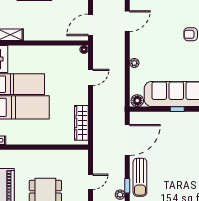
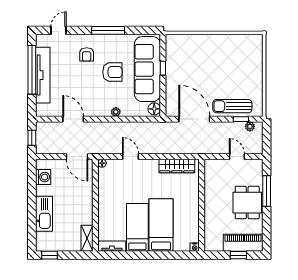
armchair: (173, 60) -> (112, 72), added
sun lounger: (140, 177) -> (232, 106), turned 180

